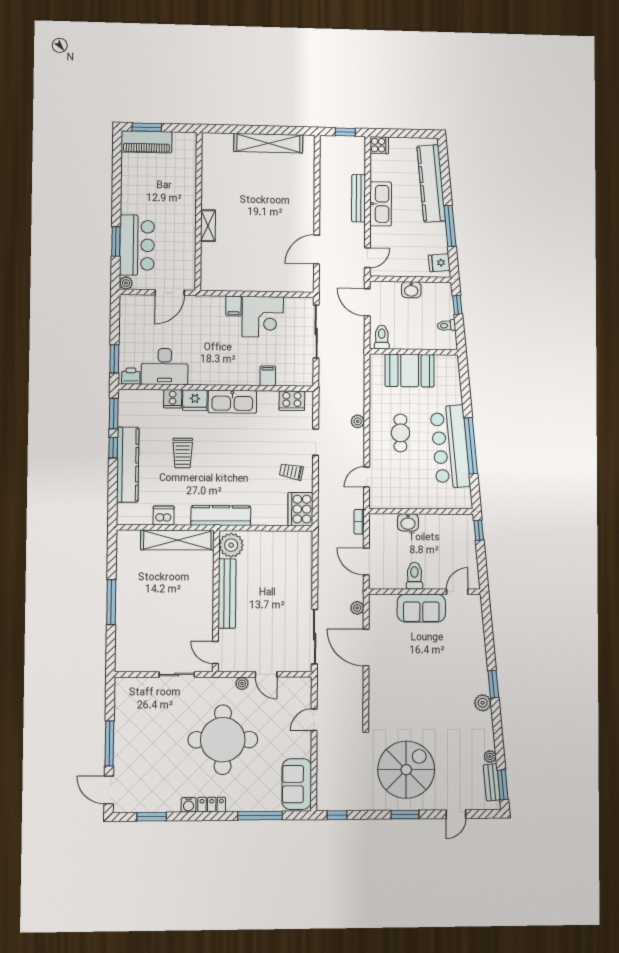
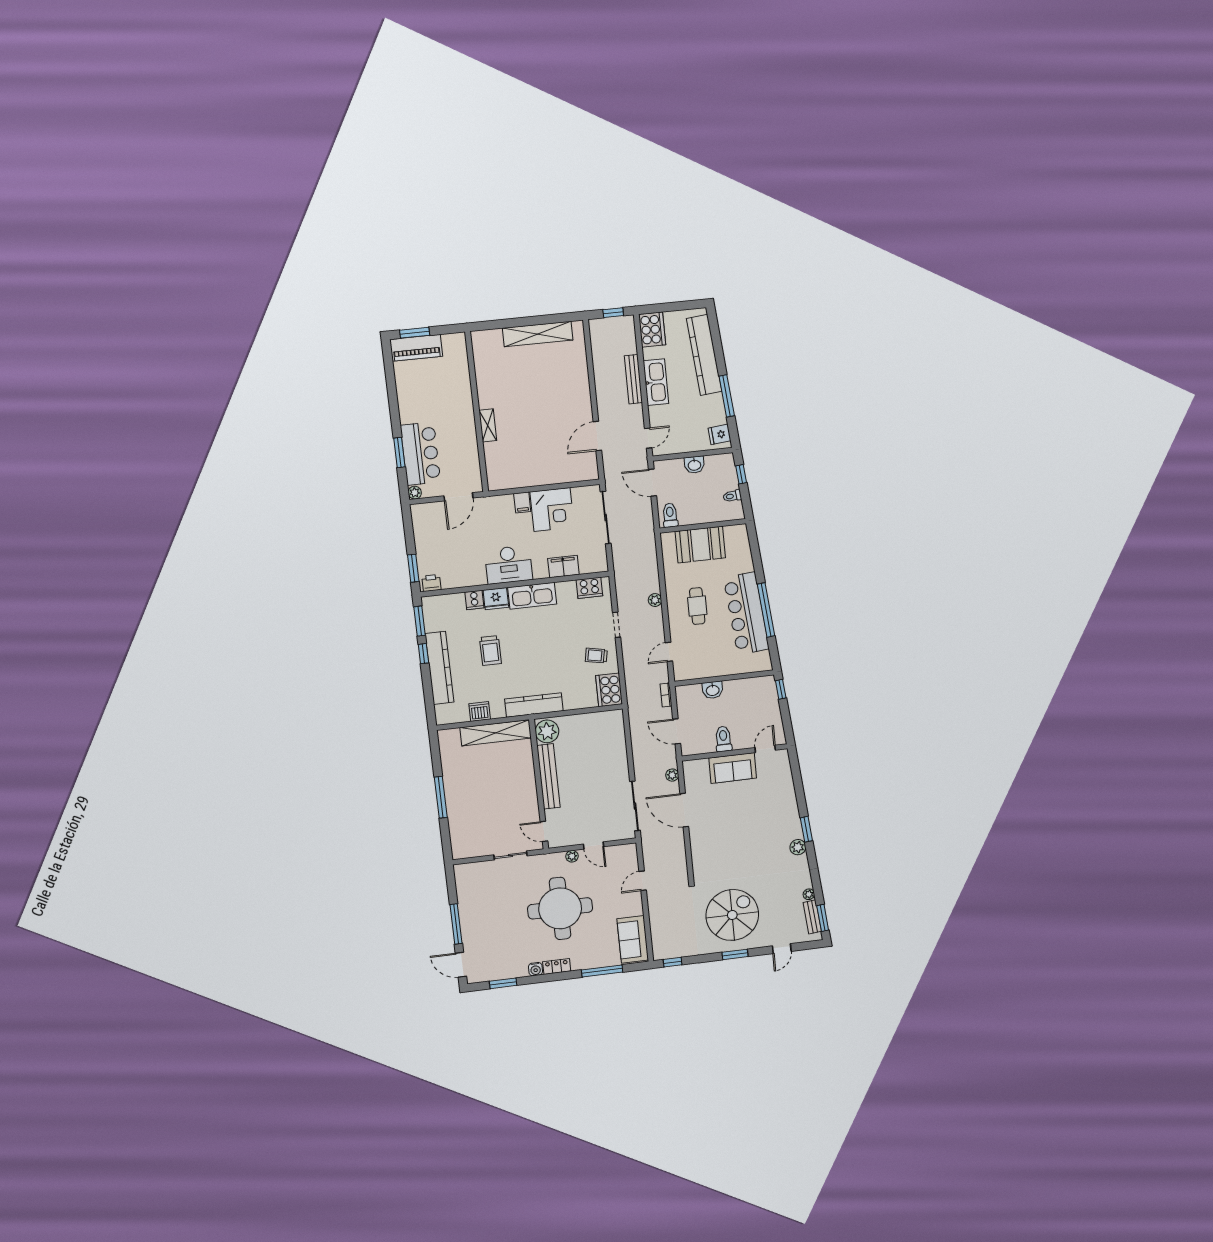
cooker: (379, 145) -> (652, 330), width x1.87, depth x1.31
desk: (165, 366) -> (509, 565), moved
filing cabinet: (268, 376) -> (563, 567), width x2.00

